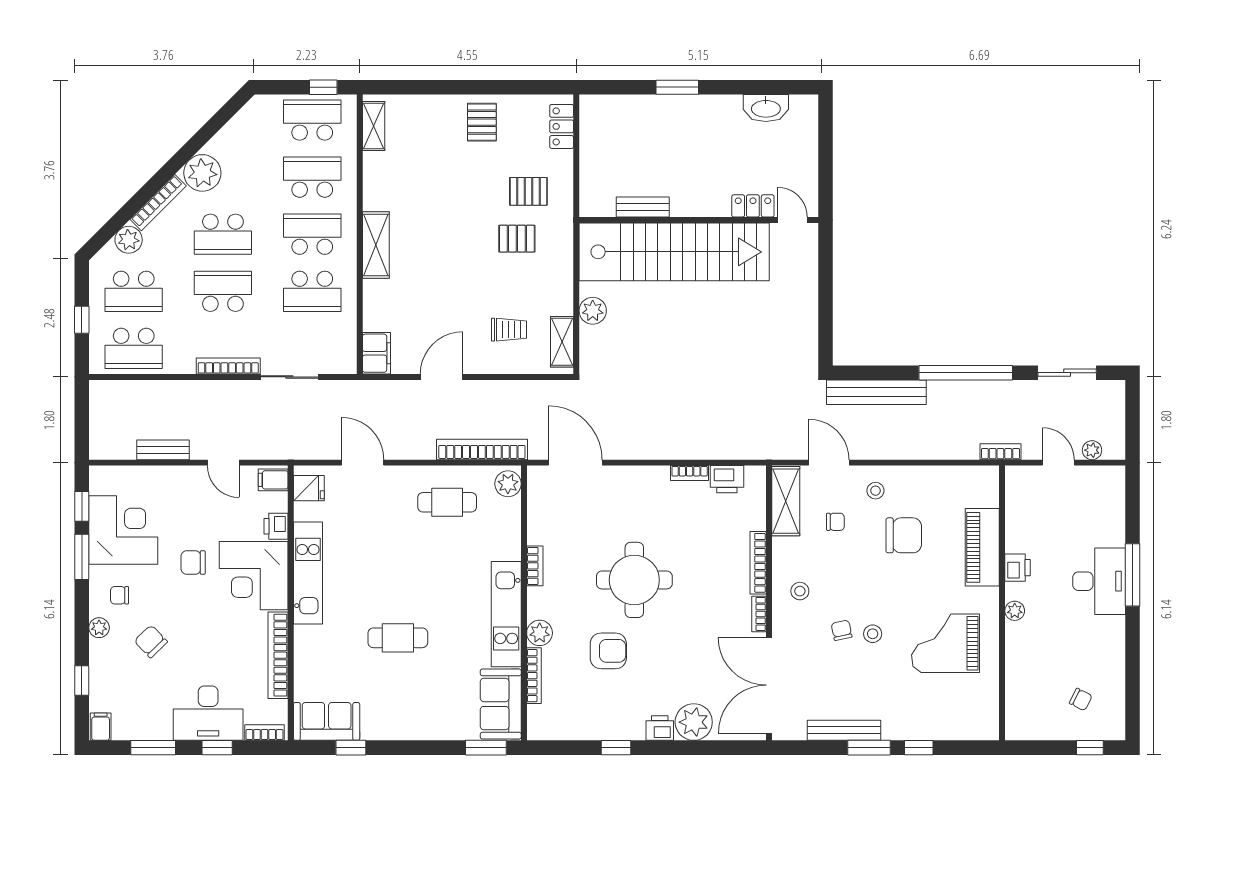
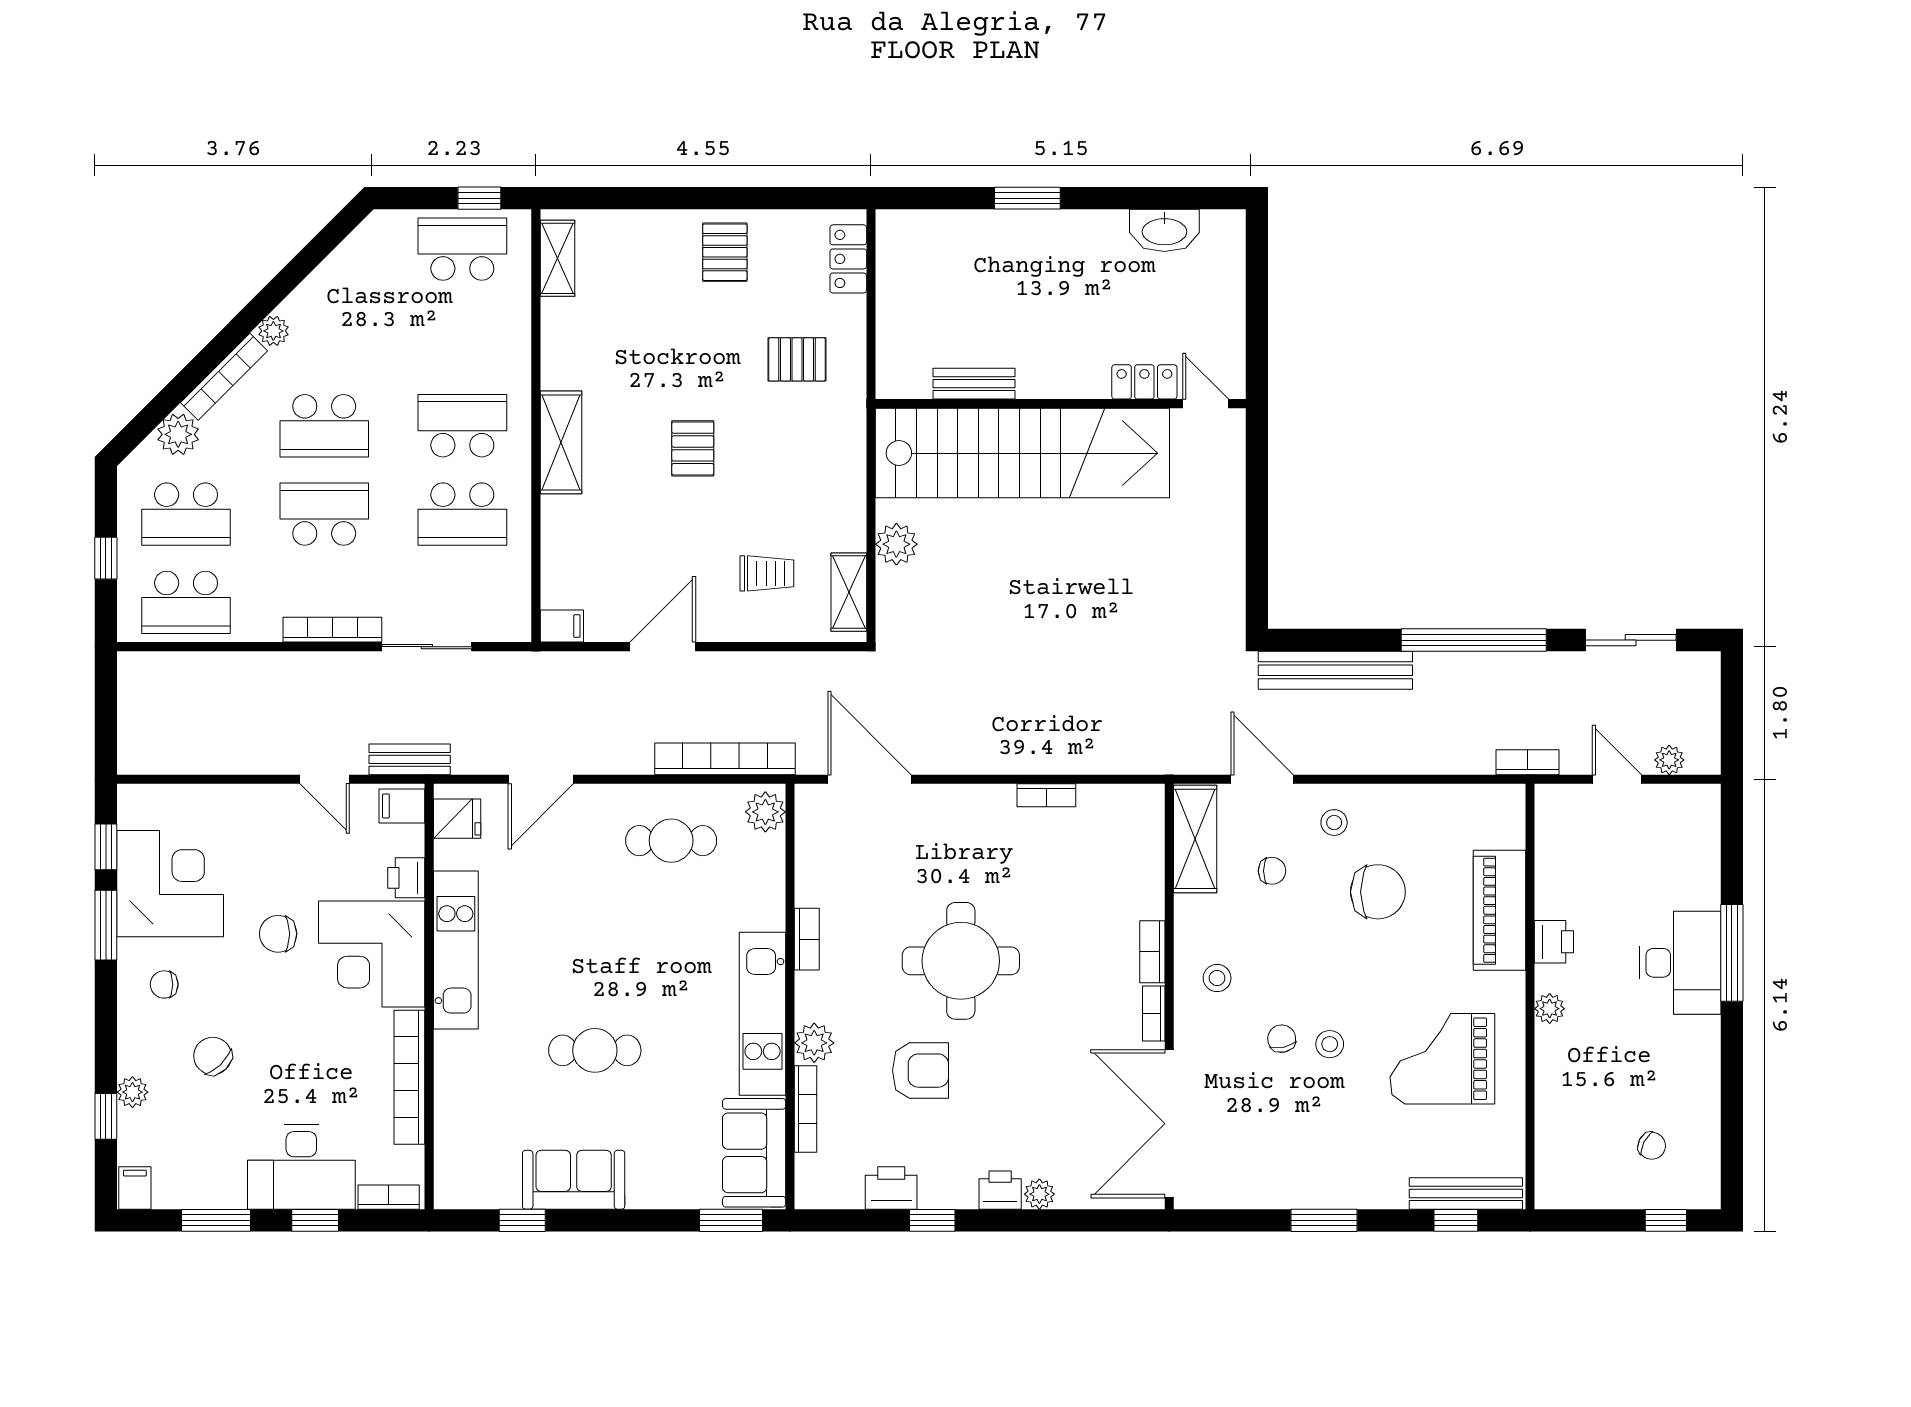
plant: (202, 173) -> (273, 331), width x0.53, depth x0.53
school desk: (312, 177) -> (462, 337), removed
pallet: (517, 239) -> (693, 448), moved, turned 90
filing cabinet: (377, 353) -> (562, 626), width x0.50
bench: (163, 450) -> (410, 759), moved
door: (363, 463) -> (541, 779), swing flipped
printer: (727, 479) -> (891, 1188), moved, turned 180
bookcase: (758, 563) -> (1152, 952), width x0.64
plant: (99, 628) -> (132, 1092), moved
sofa: (327, 721) -> (574, 1180), moved
plant: (694, 722) -> (1039, 1194), width x0.53, depth x0.53
bench: (844, 730) -> (1466, 1193), moved
window: (919, 748) -> (1456, 1220), moved

